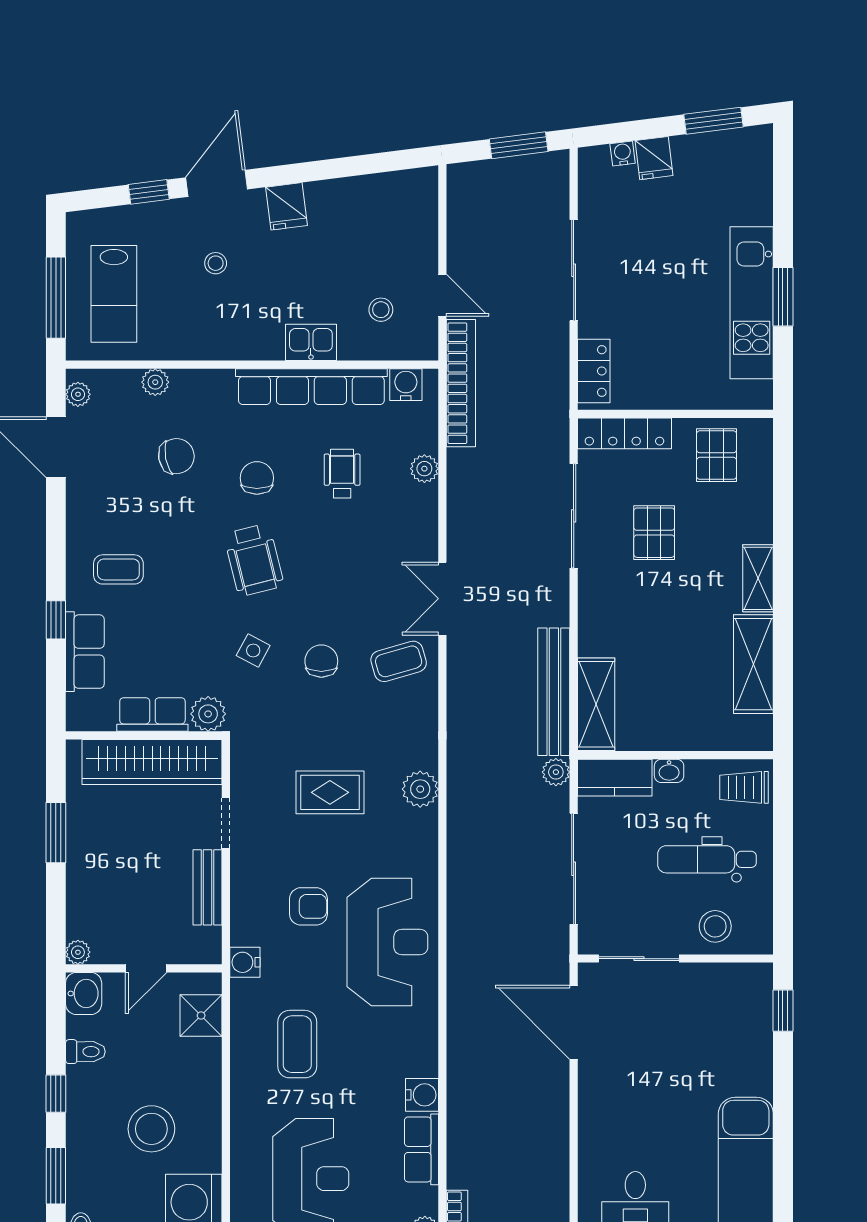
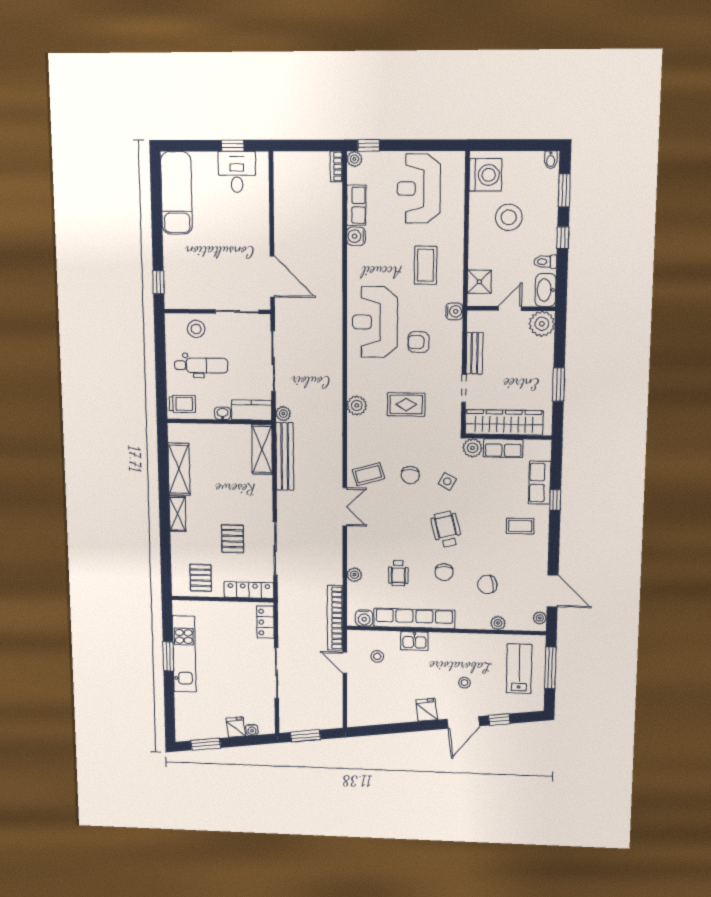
plant: (78, 952) -> (542, 324), width x1.88, depth x1.88
washbasin: (84, 993) -> (546, 290), width x1.38

